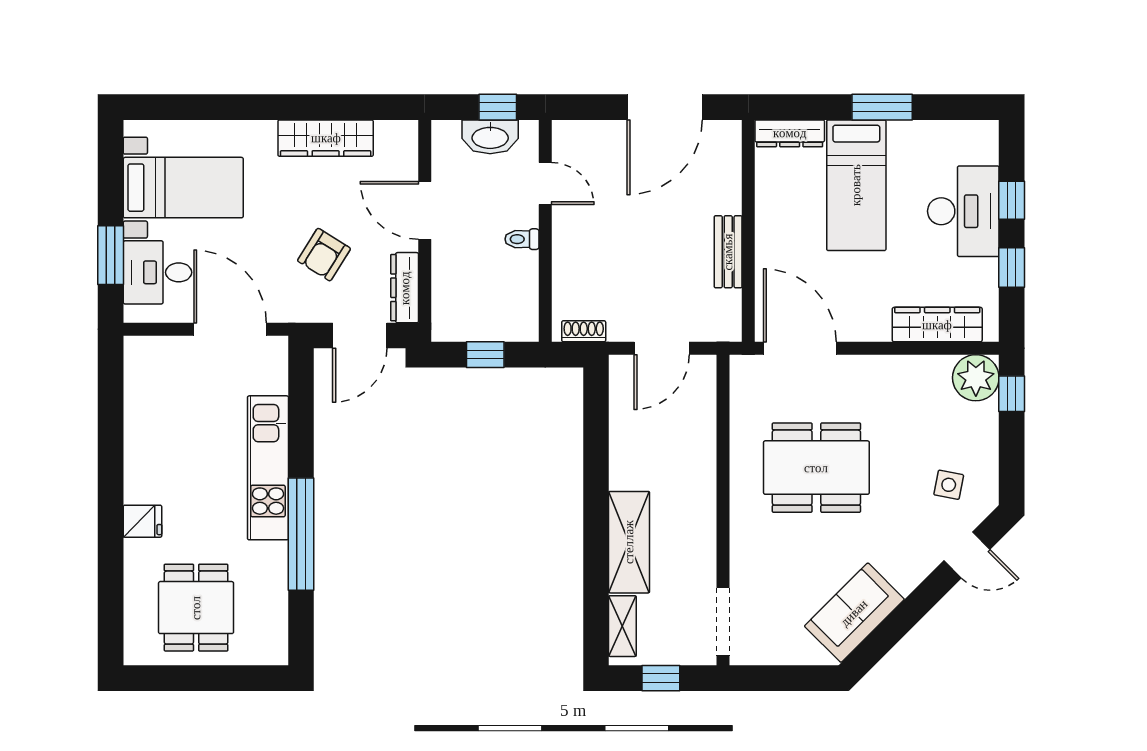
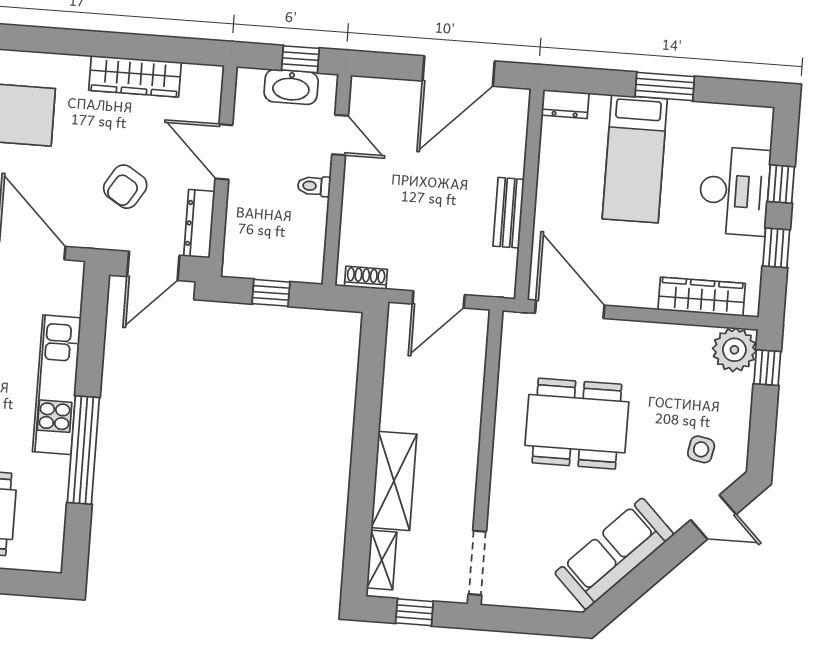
dresser: (790, 133) -> (565, 104), width x0.70
sofa: (854, 613) -> (614, 554), width x1.36

